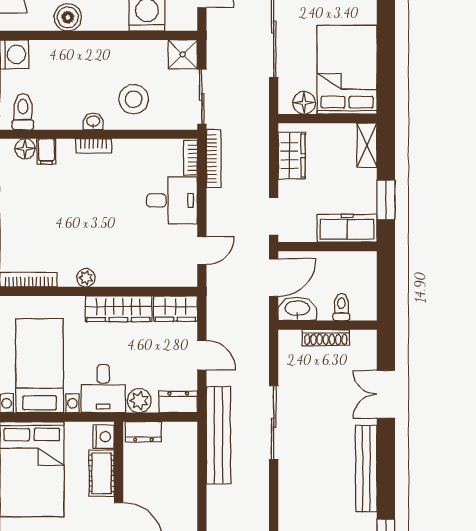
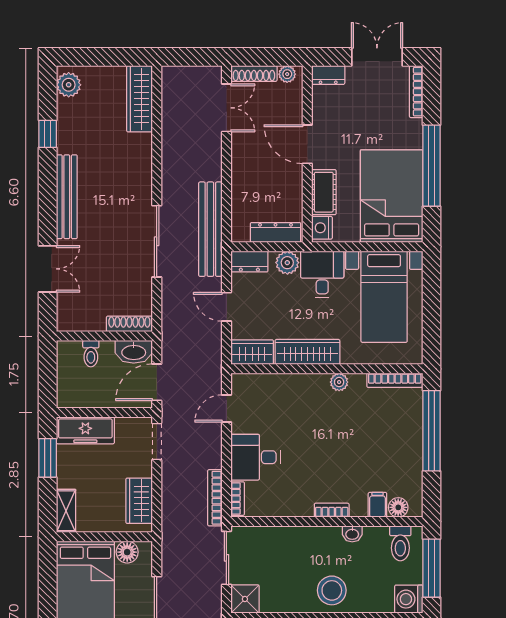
stool: (134, 99) -> (332, 590), moved
washbasin: (93, 122) -> (352, 534), moved
shoe rack: (326, 338) -> (129, 324), moved
dresser: (143, 432) -> (276, 232), width x1.44

